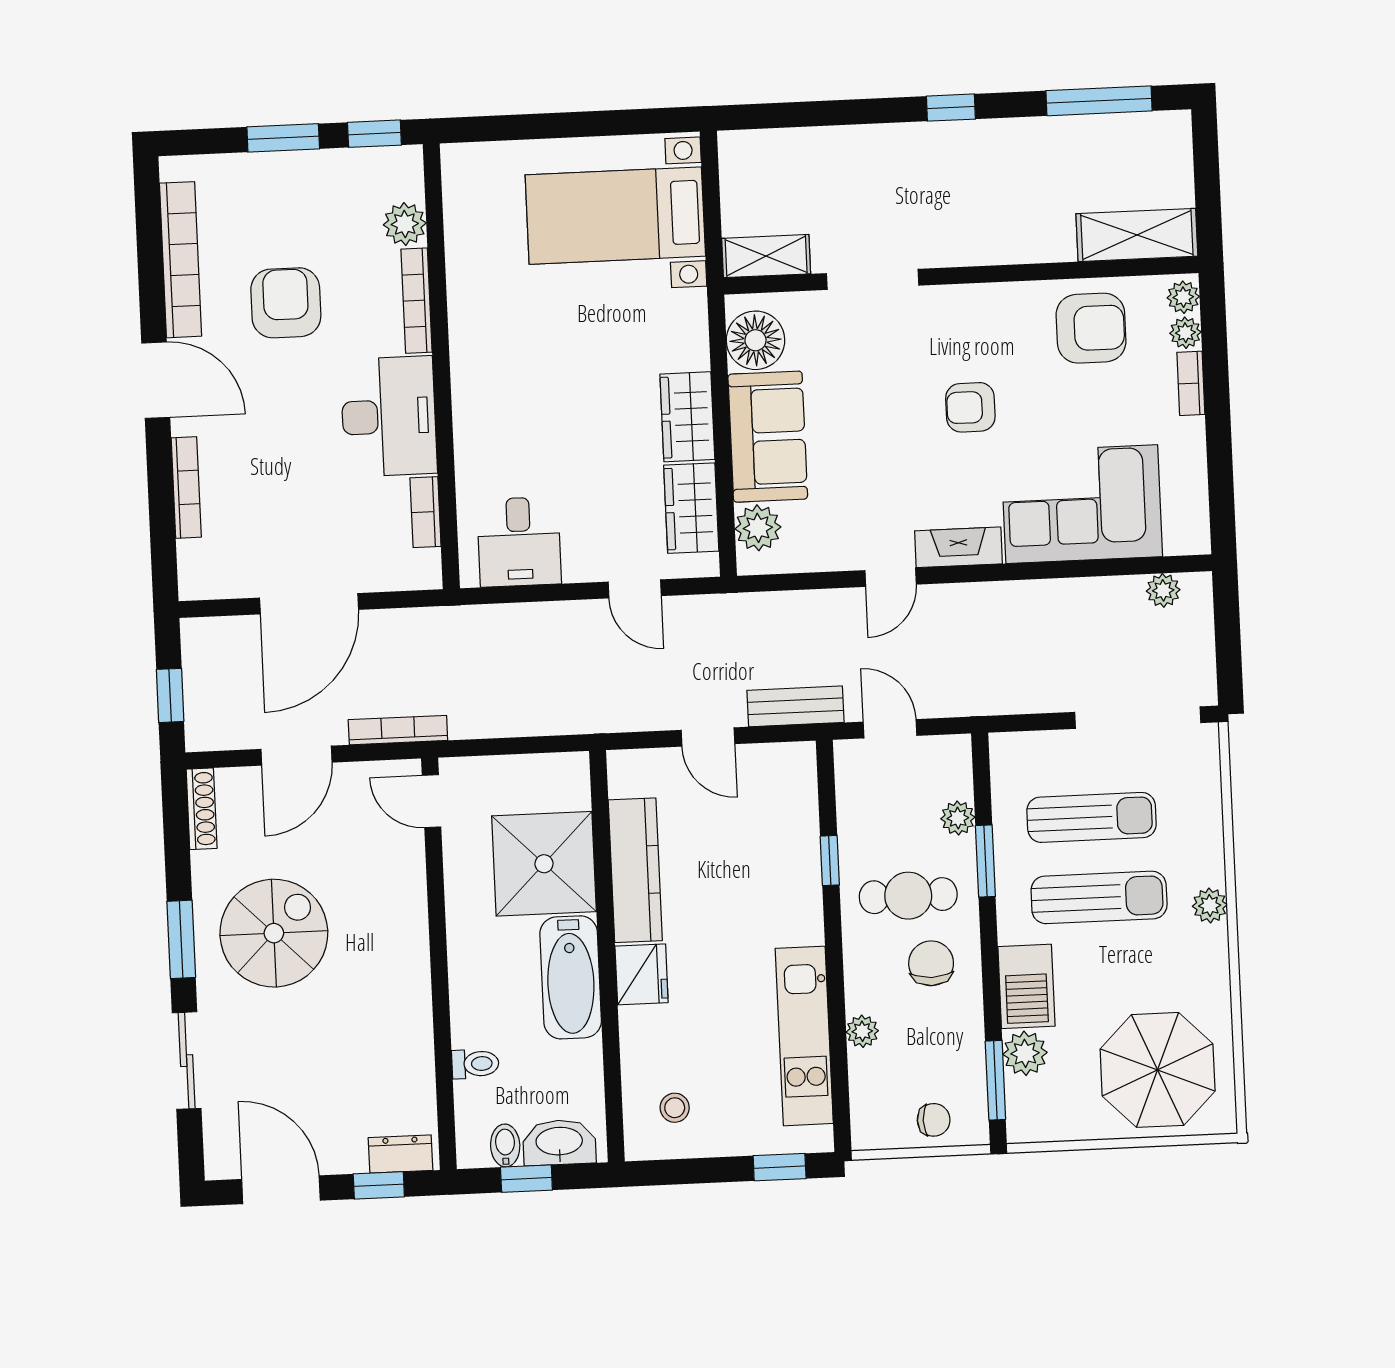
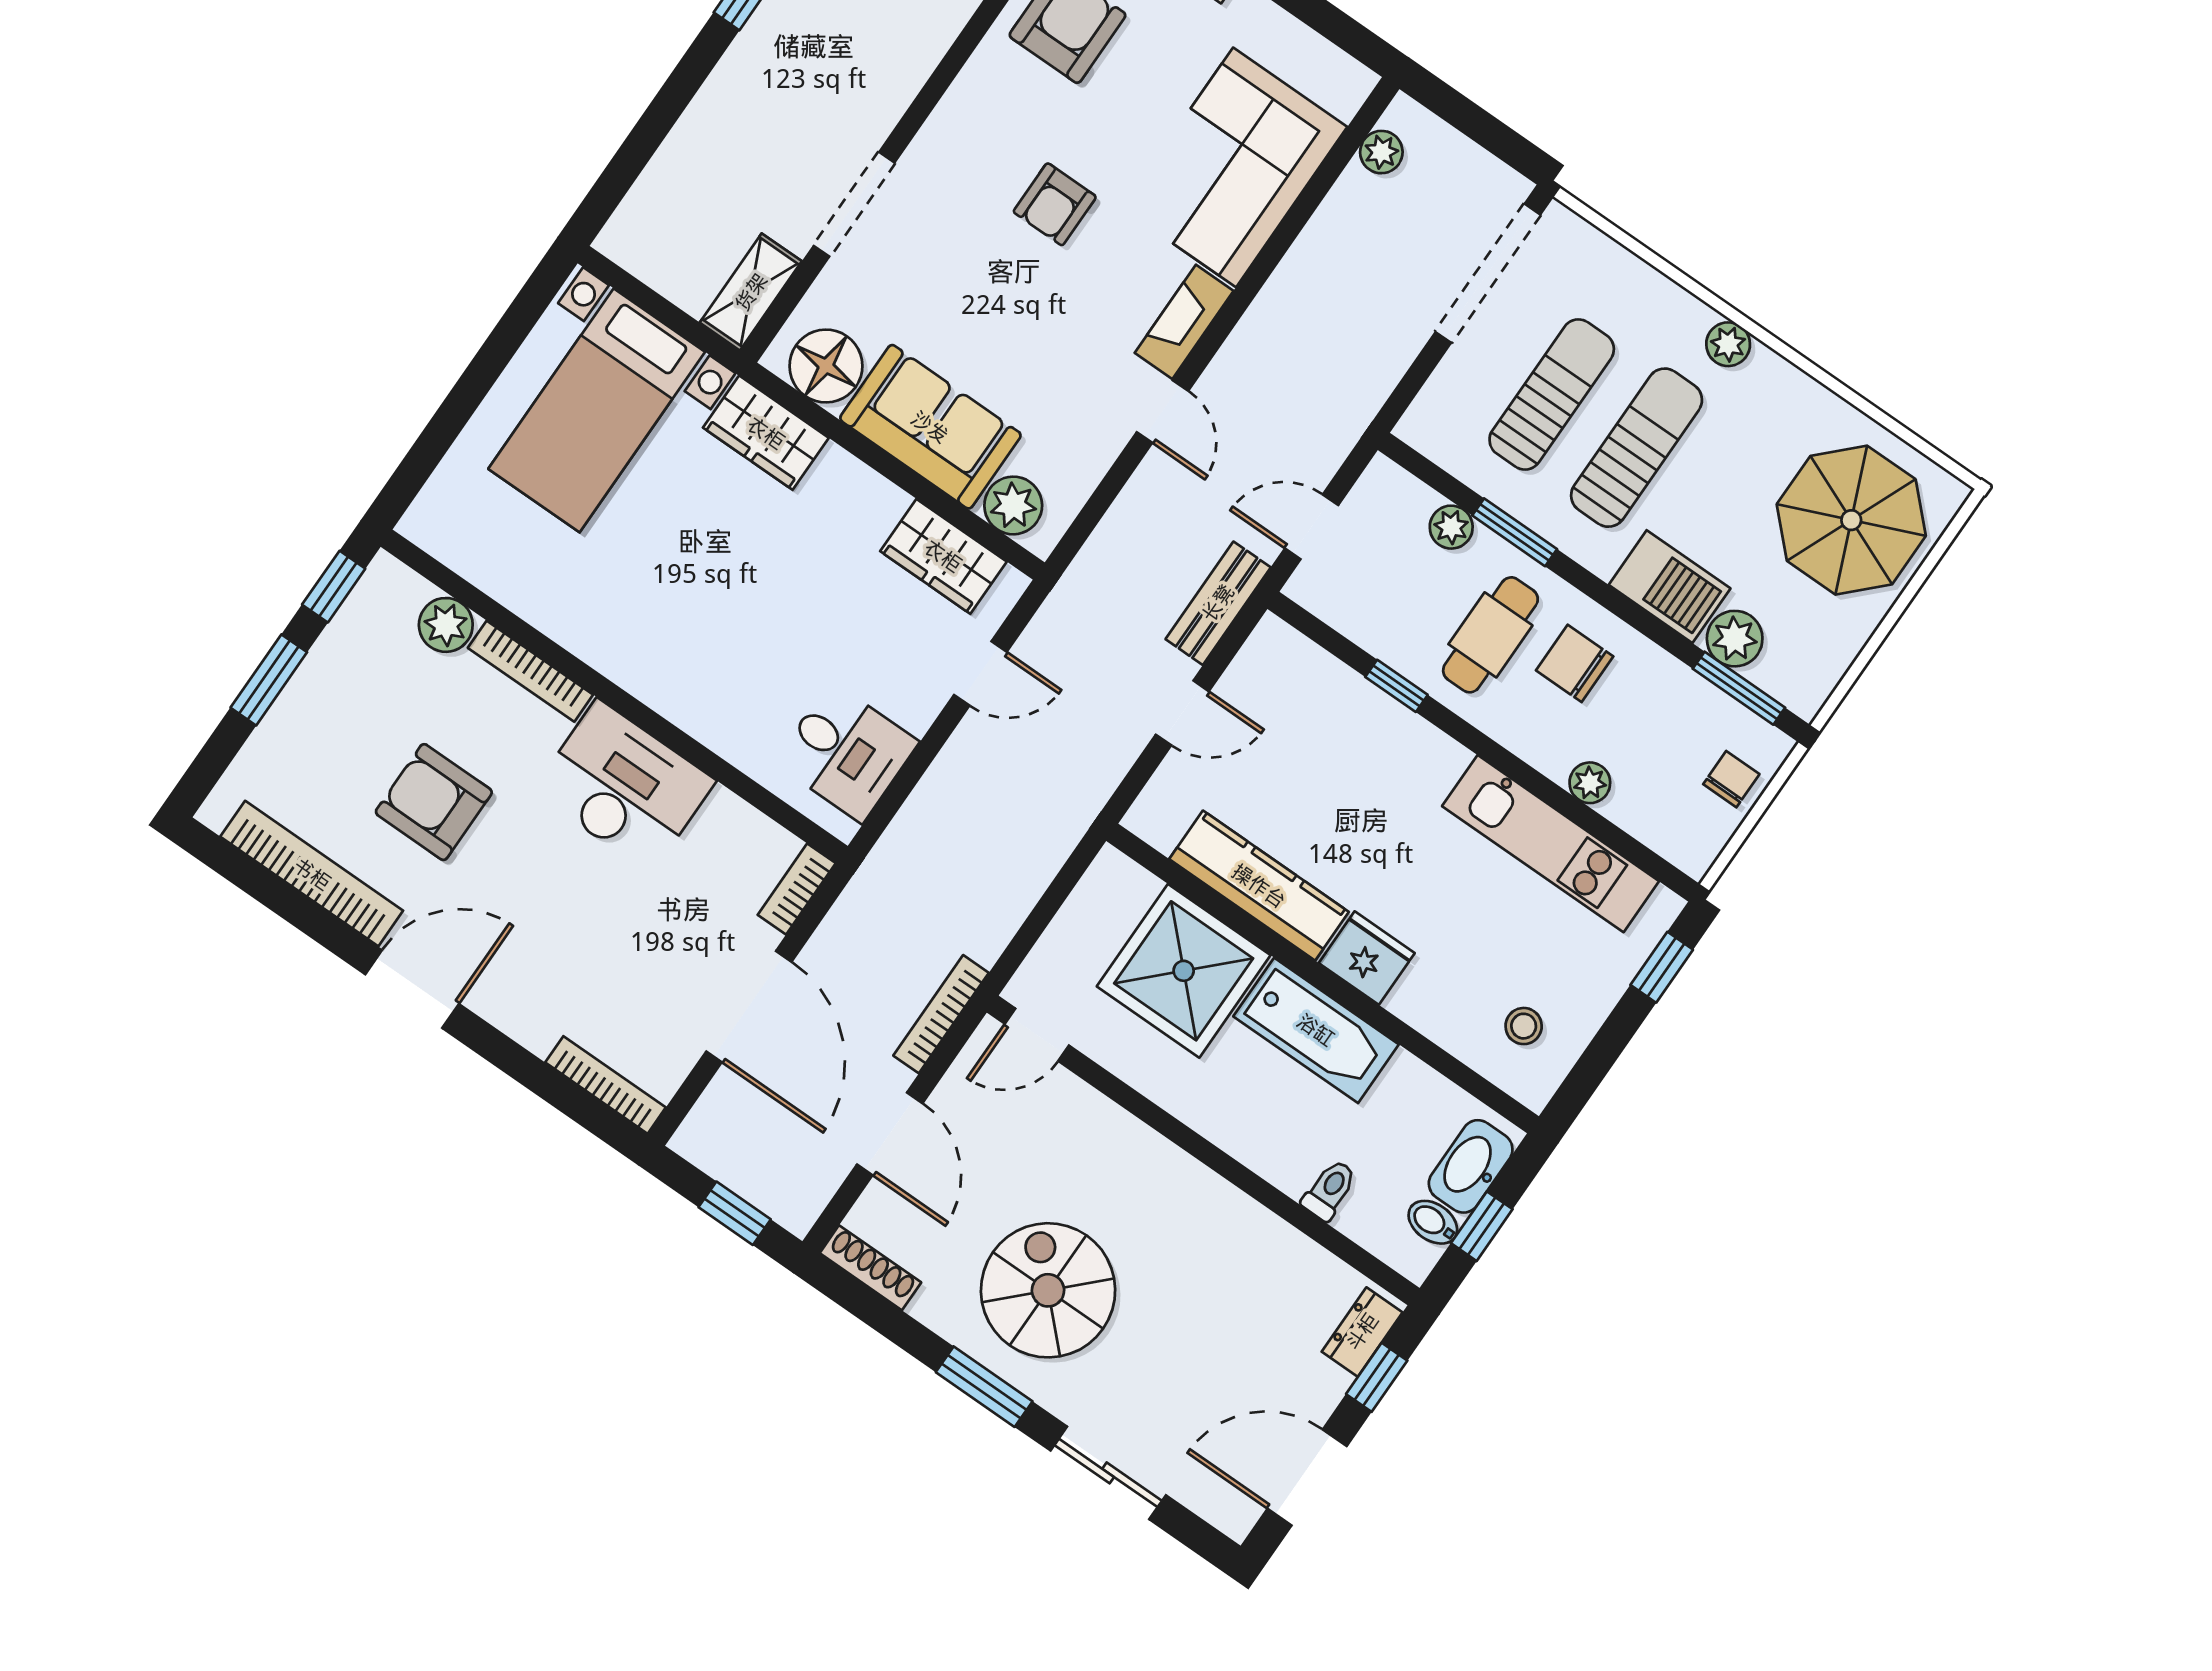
wardrobe: (687, 417) -> (766, 433), moved
bookcase: (186, 487) -> (606, 1085), moved
bookcase: (425, 512) -> (797, 889), moved, turned 90

